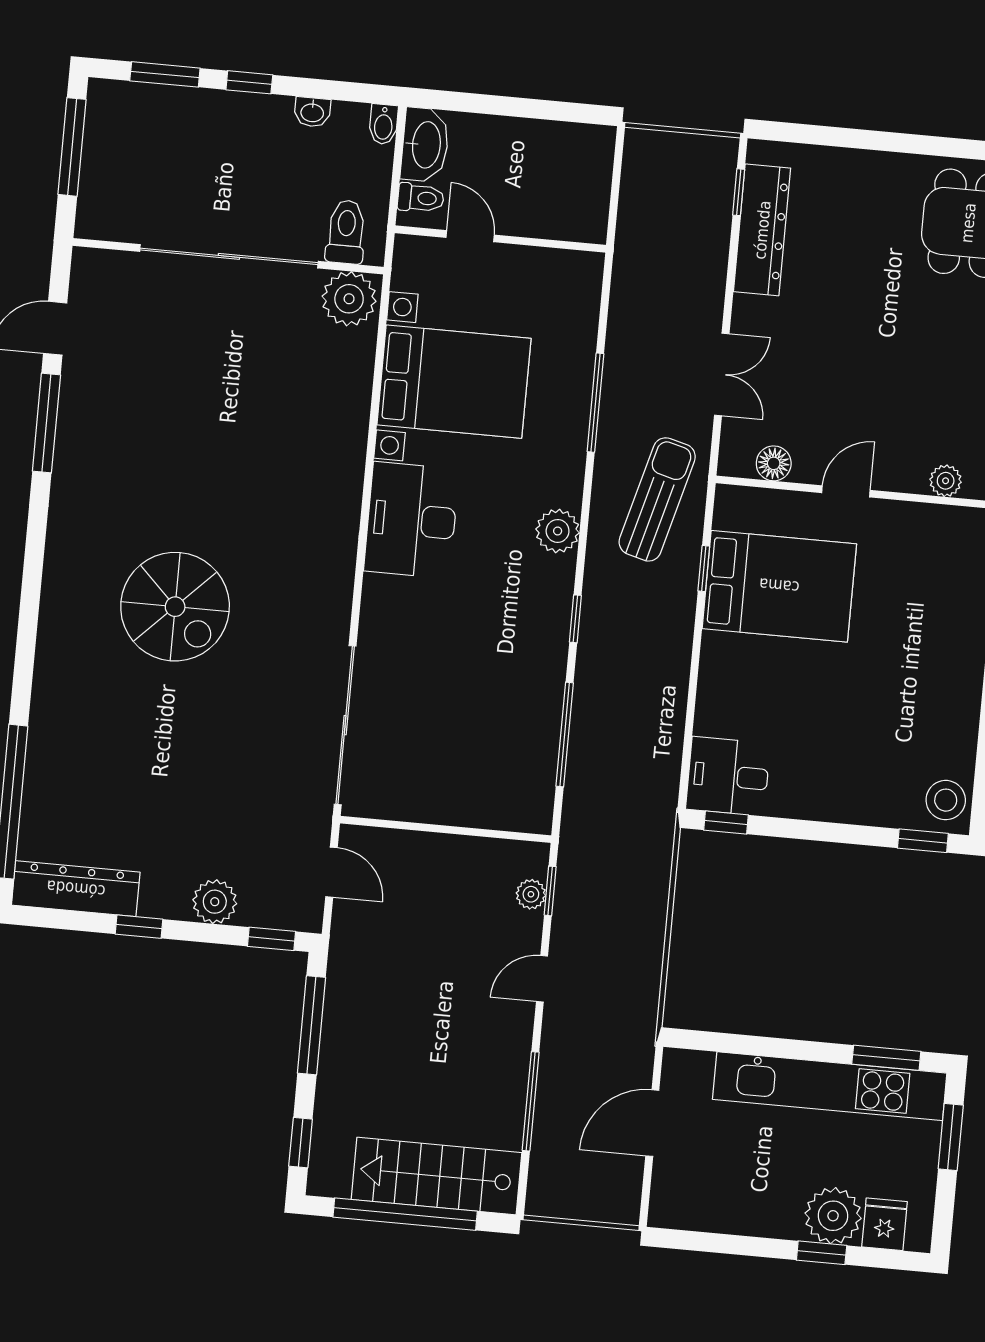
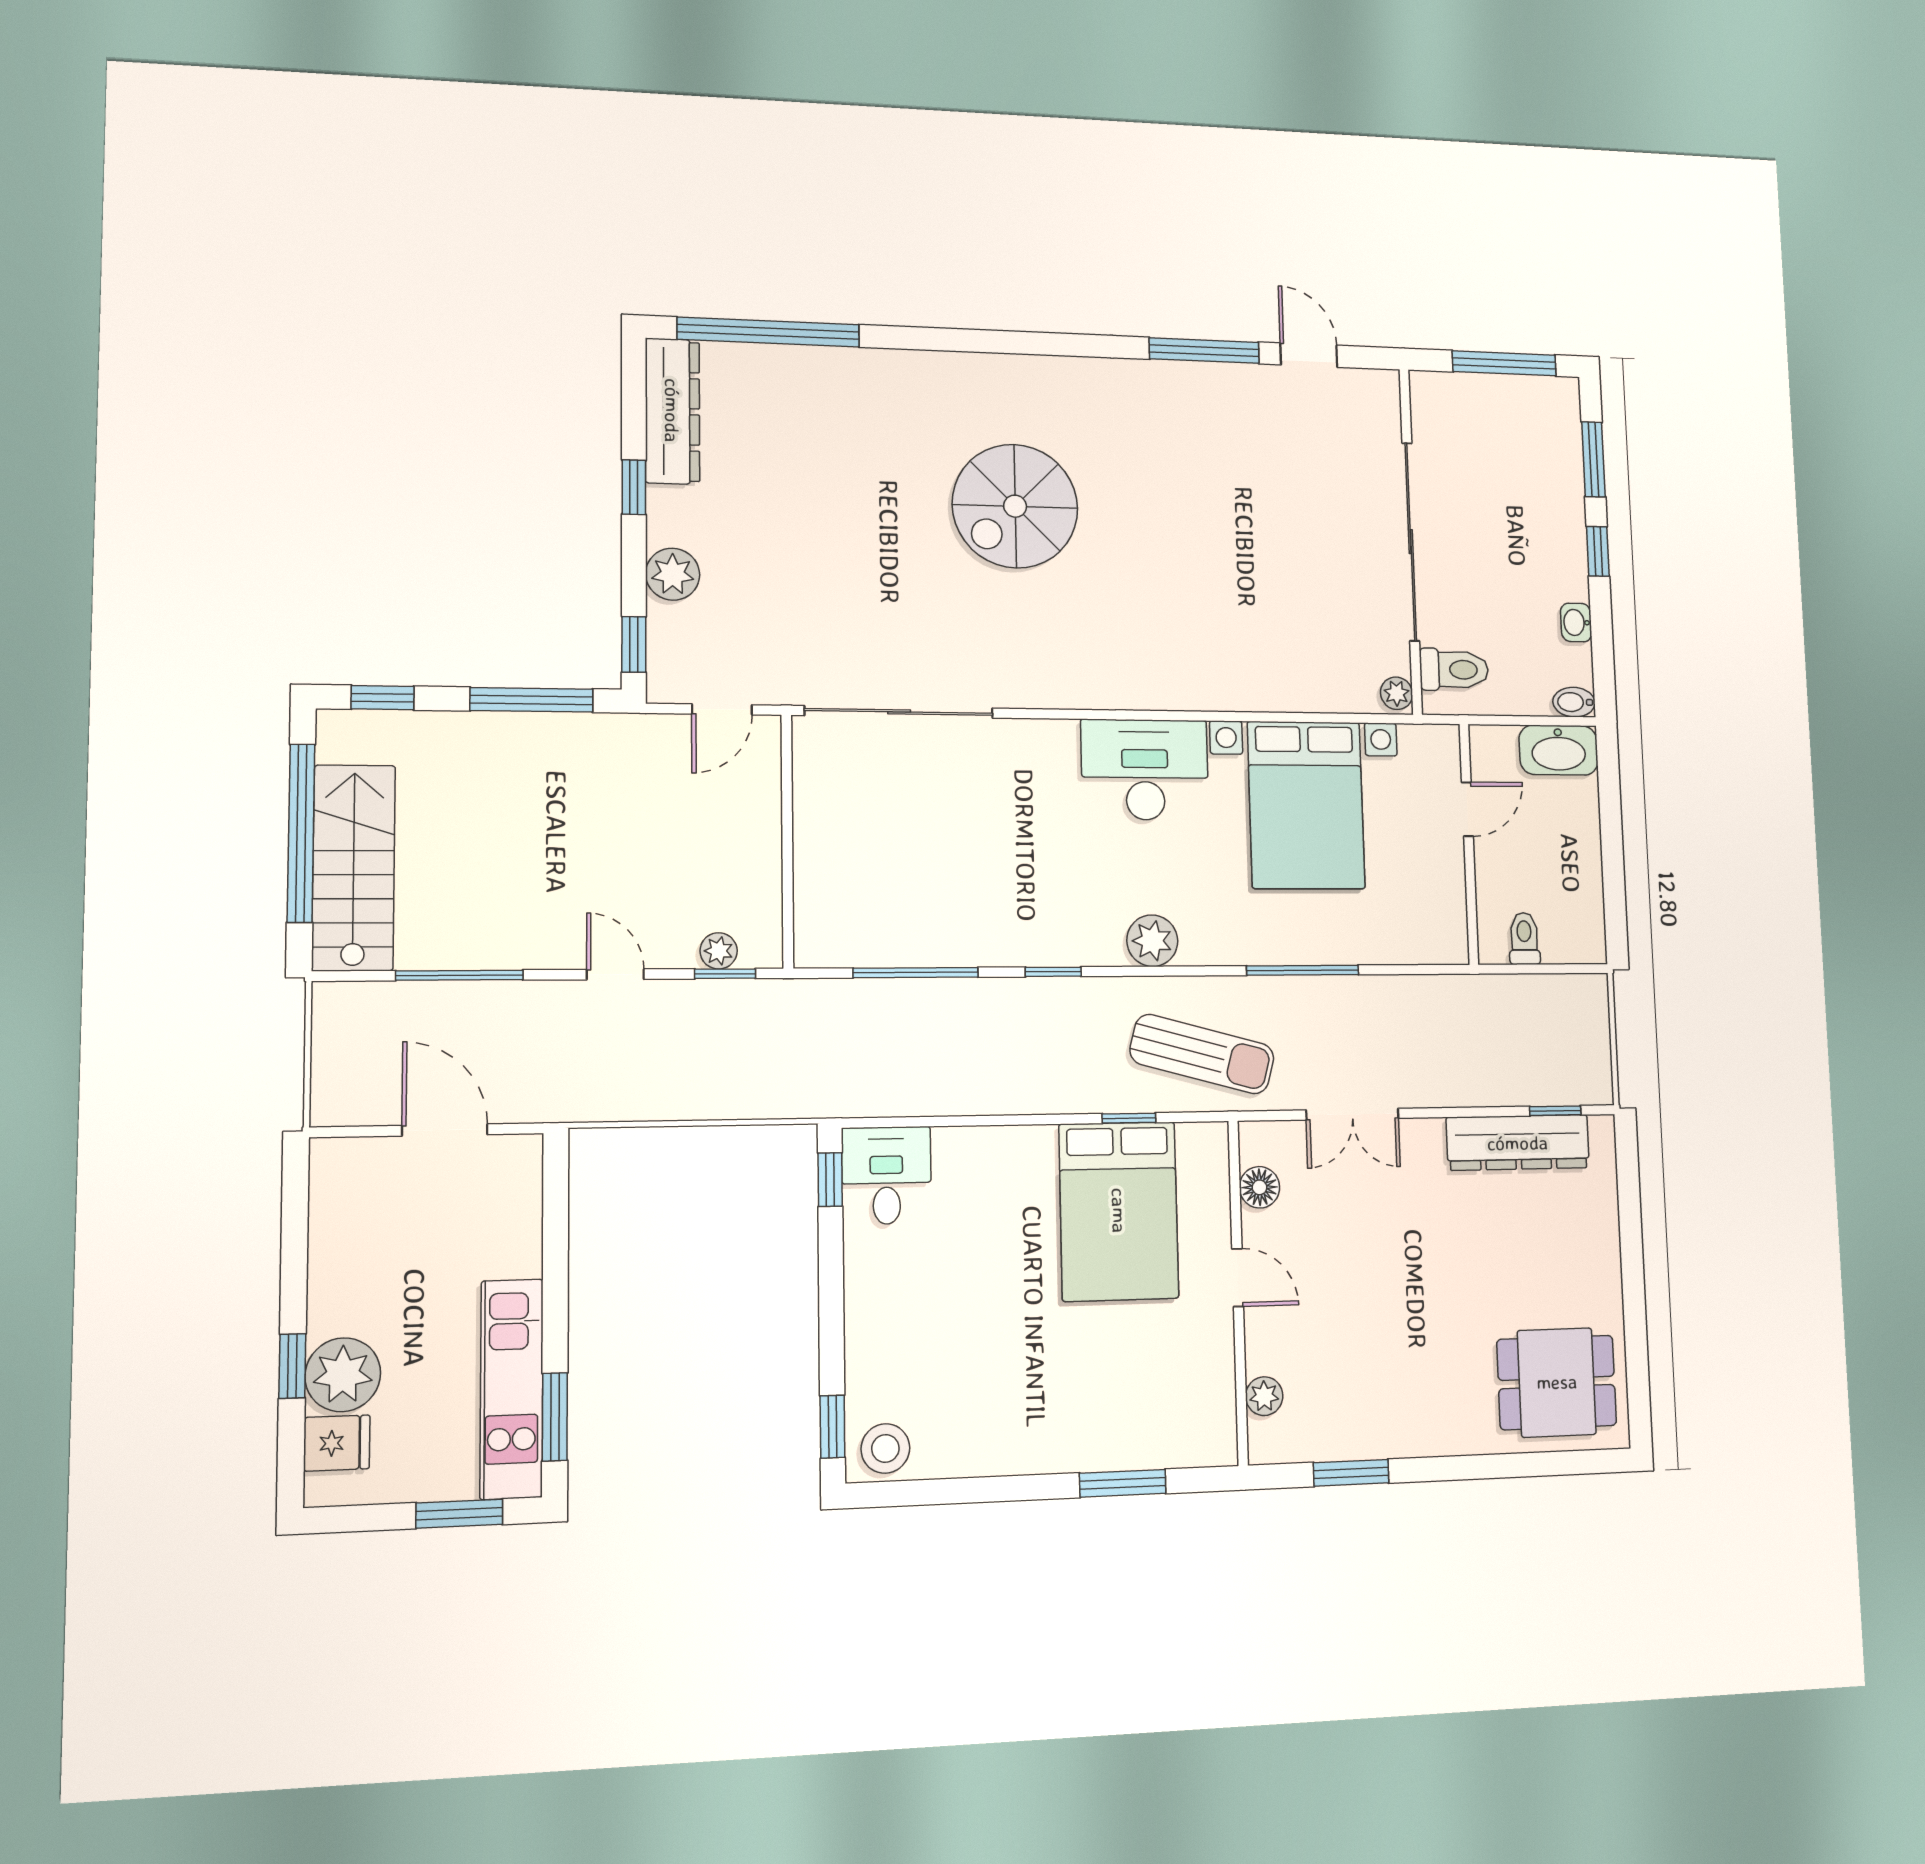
toilet: (421, 198) -> (1524, 938), moved, turned 180
plant: (349, 299) -> (1397, 693), width x0.53, depth x0.53
kitchen unit: (830, 1086) -> (512, 1389), width x0.73

